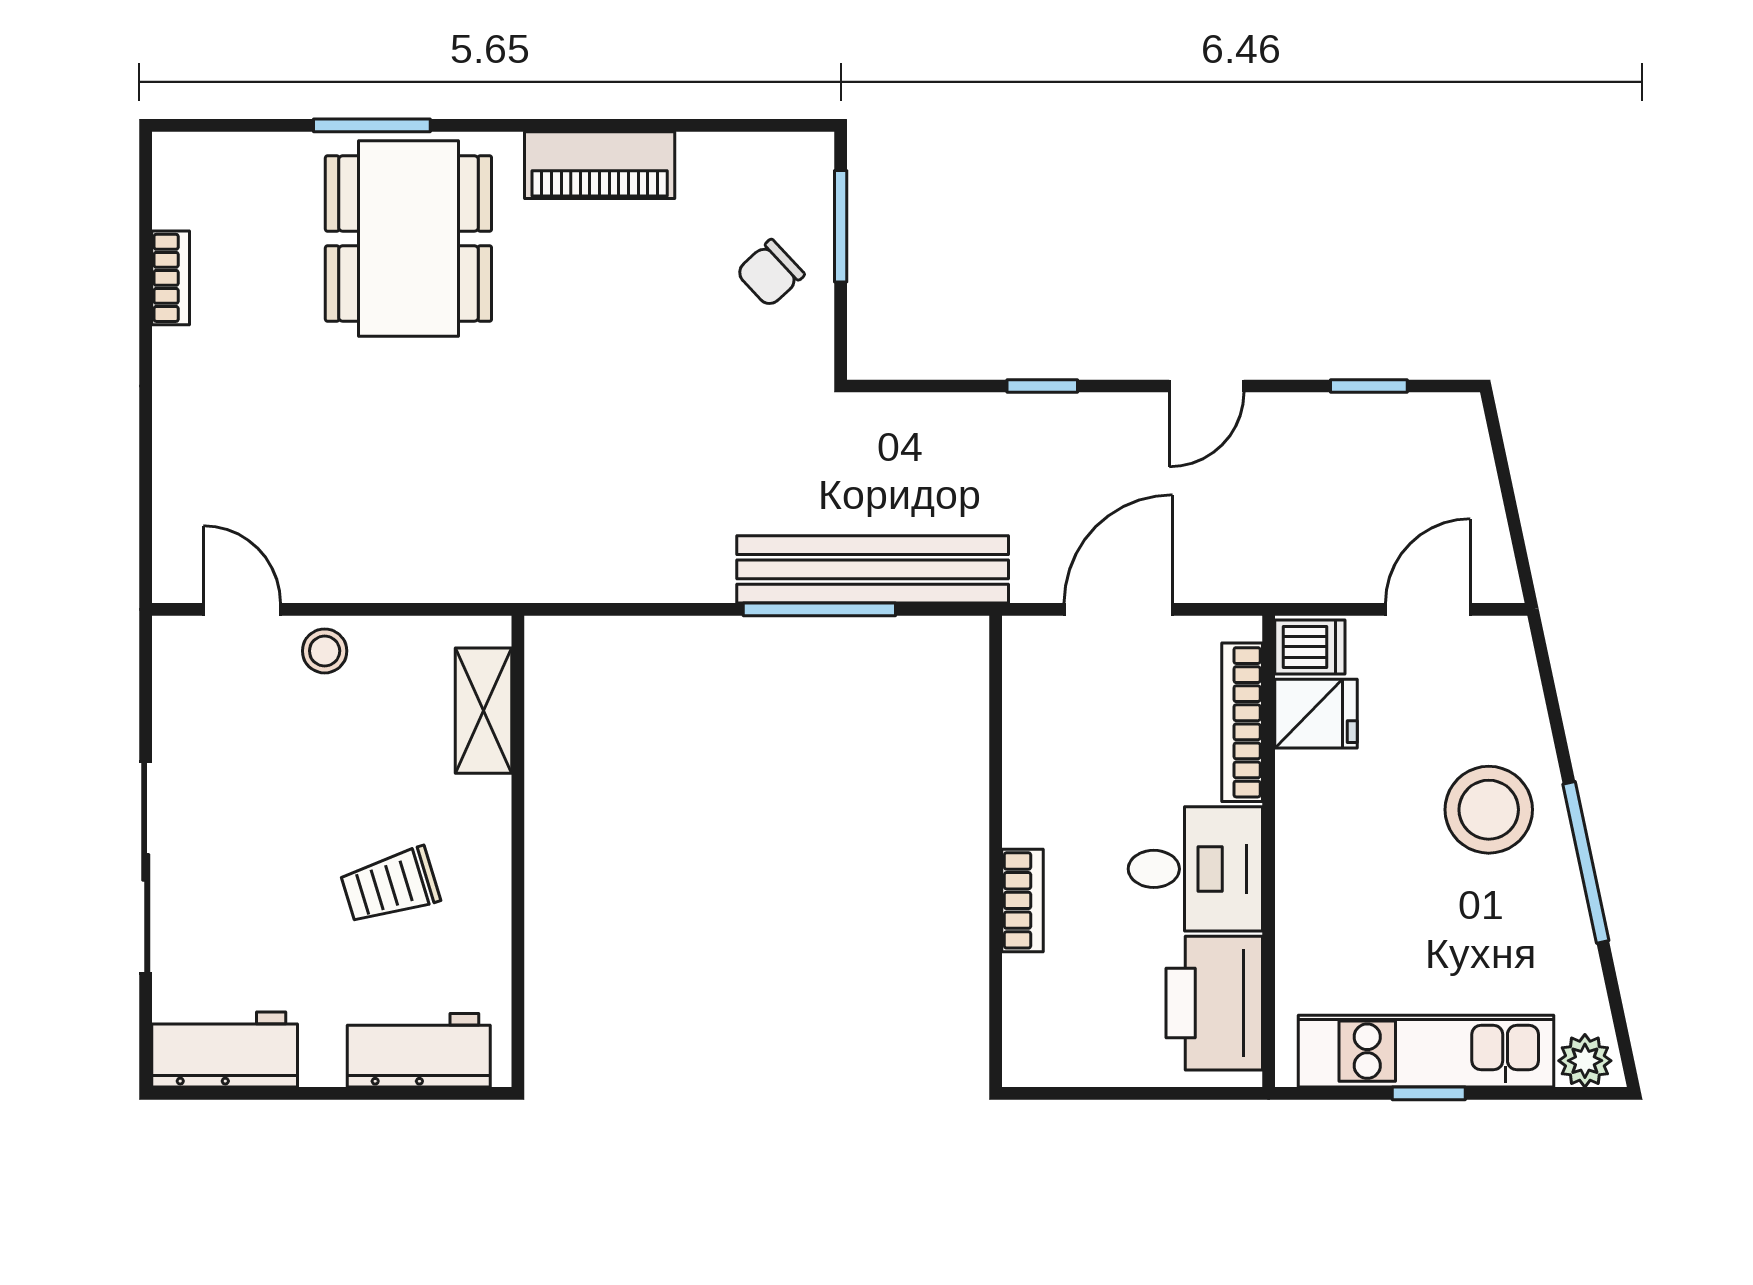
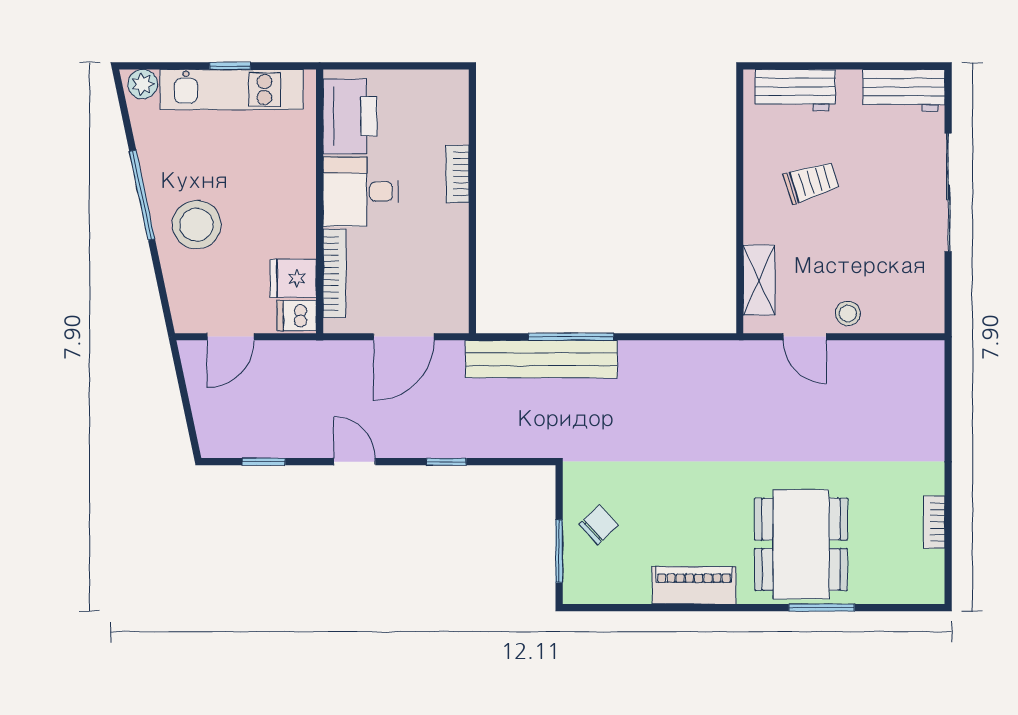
door: (1206, 386) -> (354, 462), hinge flipped
door: (242, 609) -> (805, 337), moved

